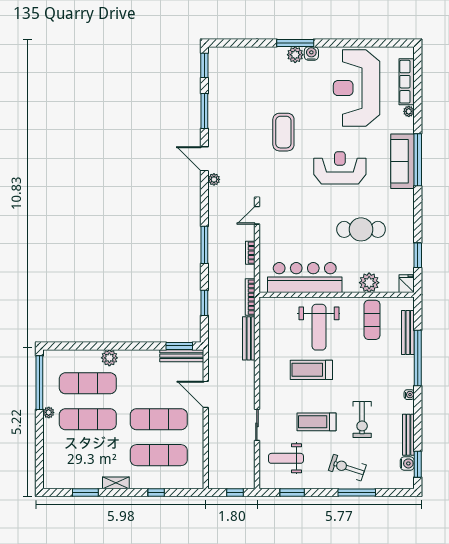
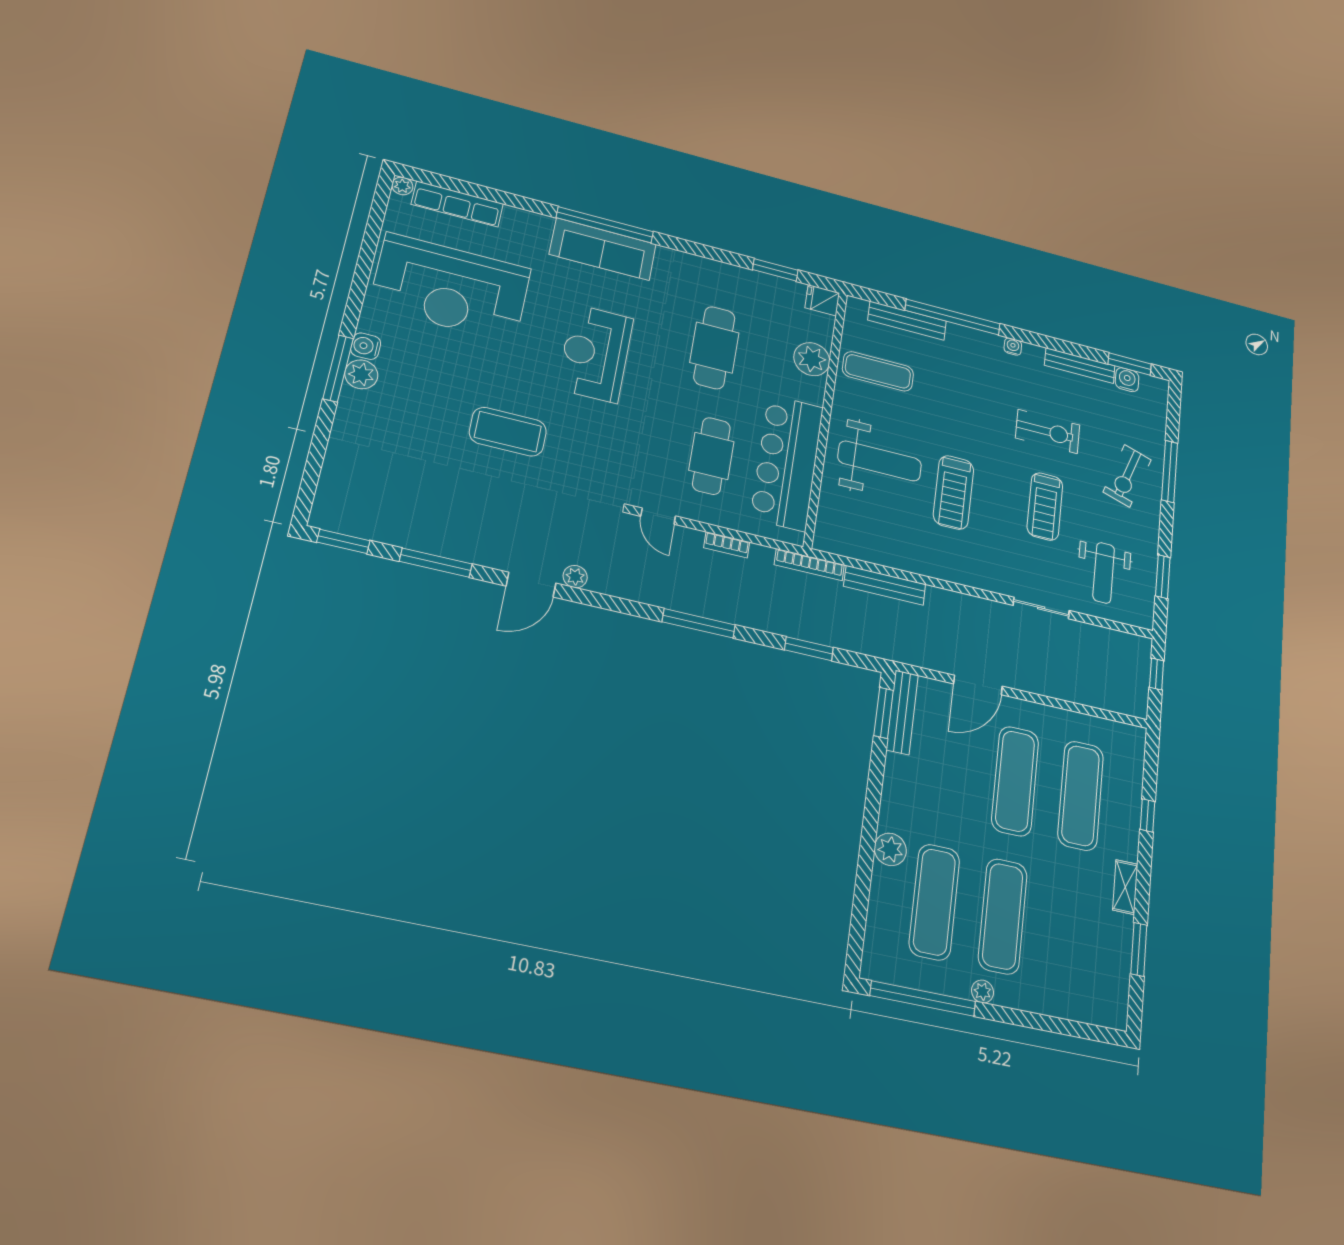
plant: (409, 111) -> (402, 186), moved
cafe table: (298, 237) -> (711, 456), added

